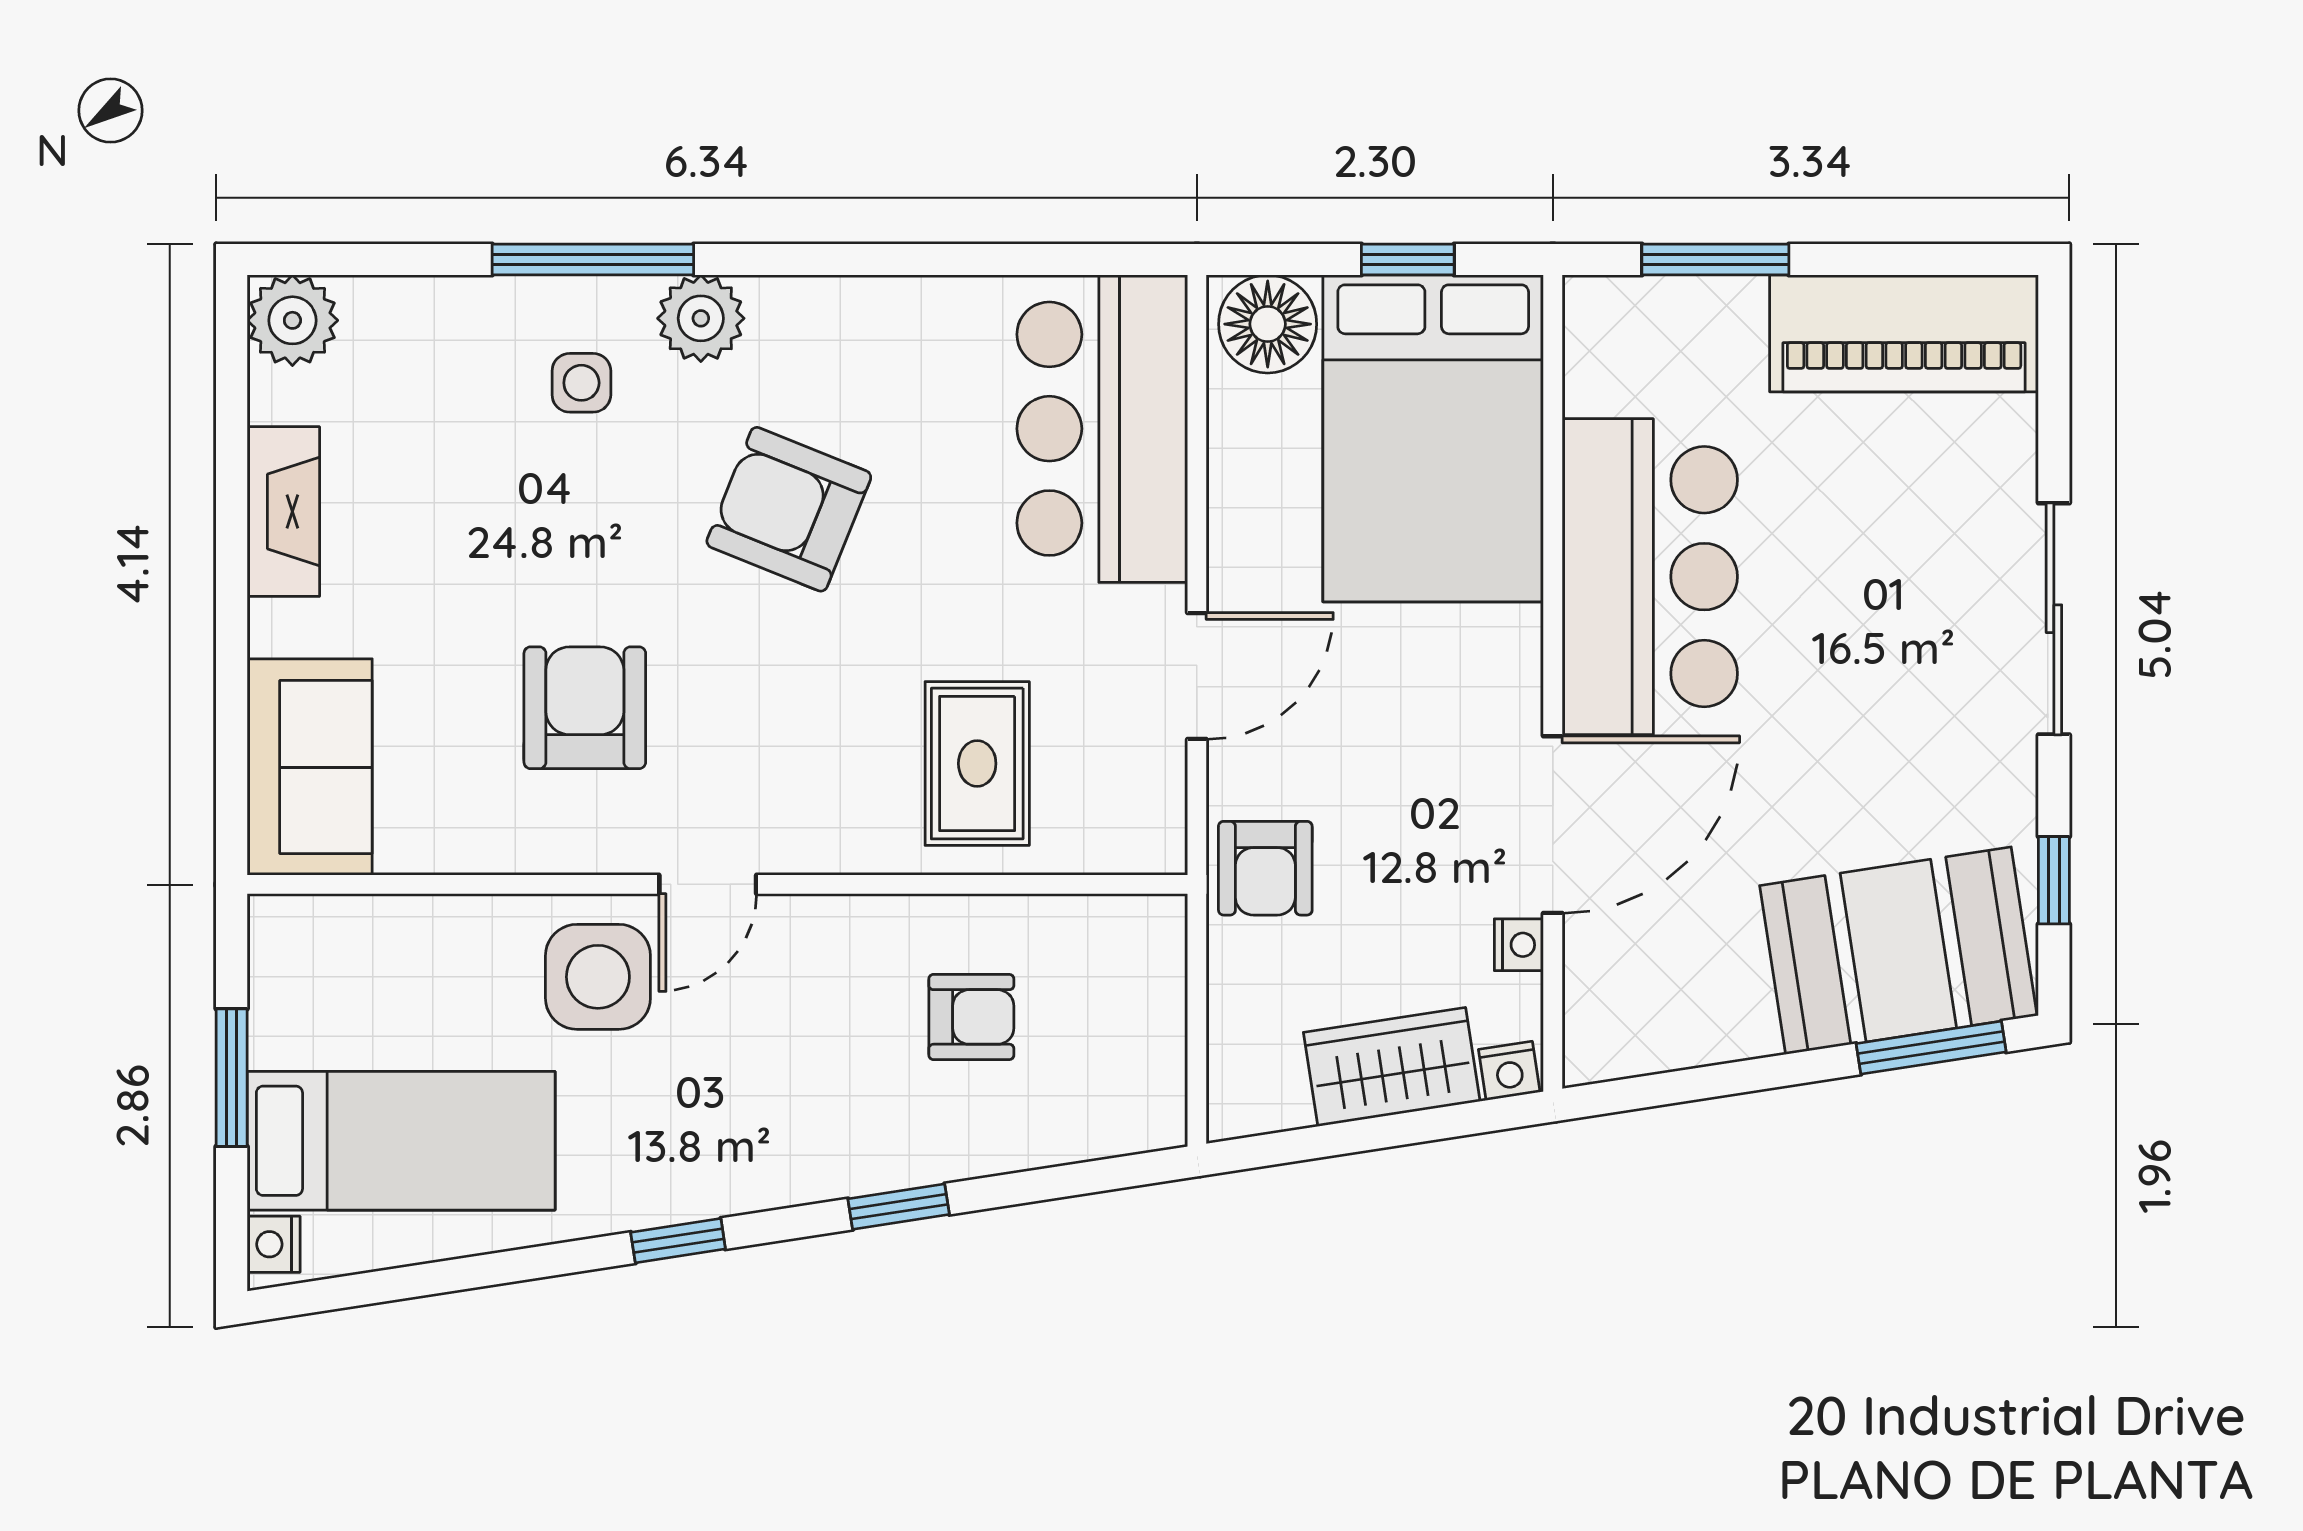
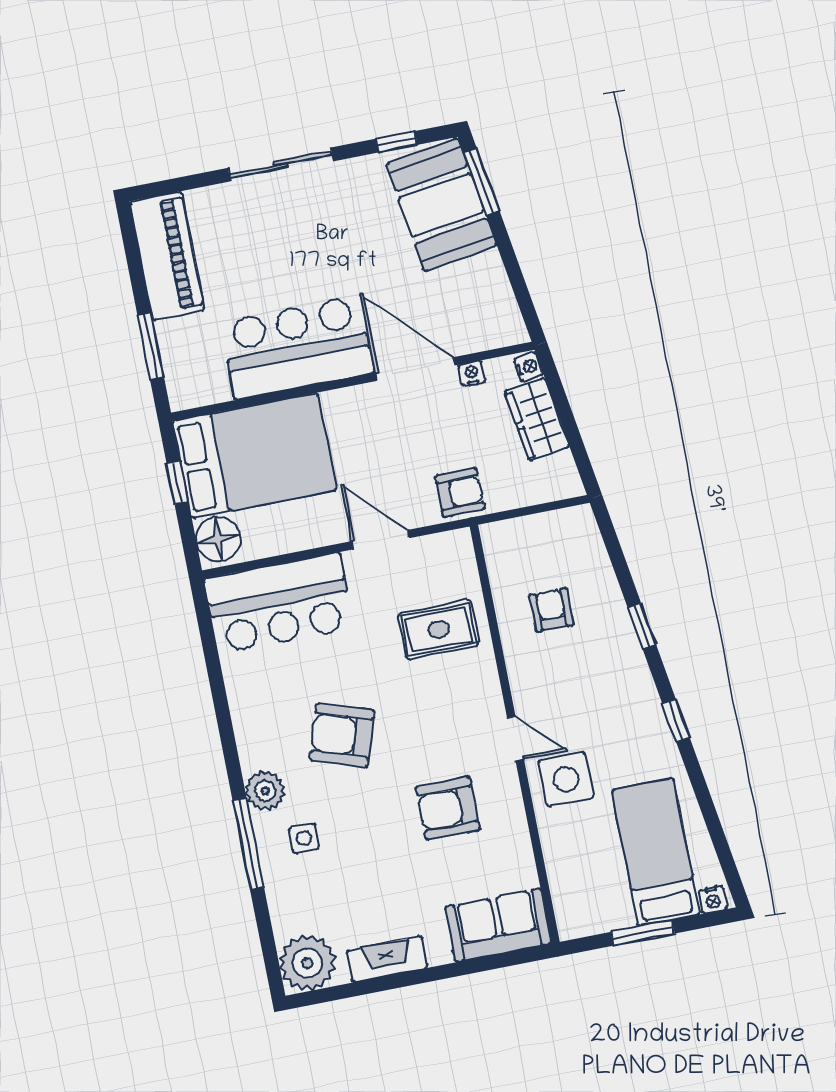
plant: (292, 320) -> (307, 963), width x1.36, depth x1.36
armchair: (789, 509) -> (342, 735), turned 86

